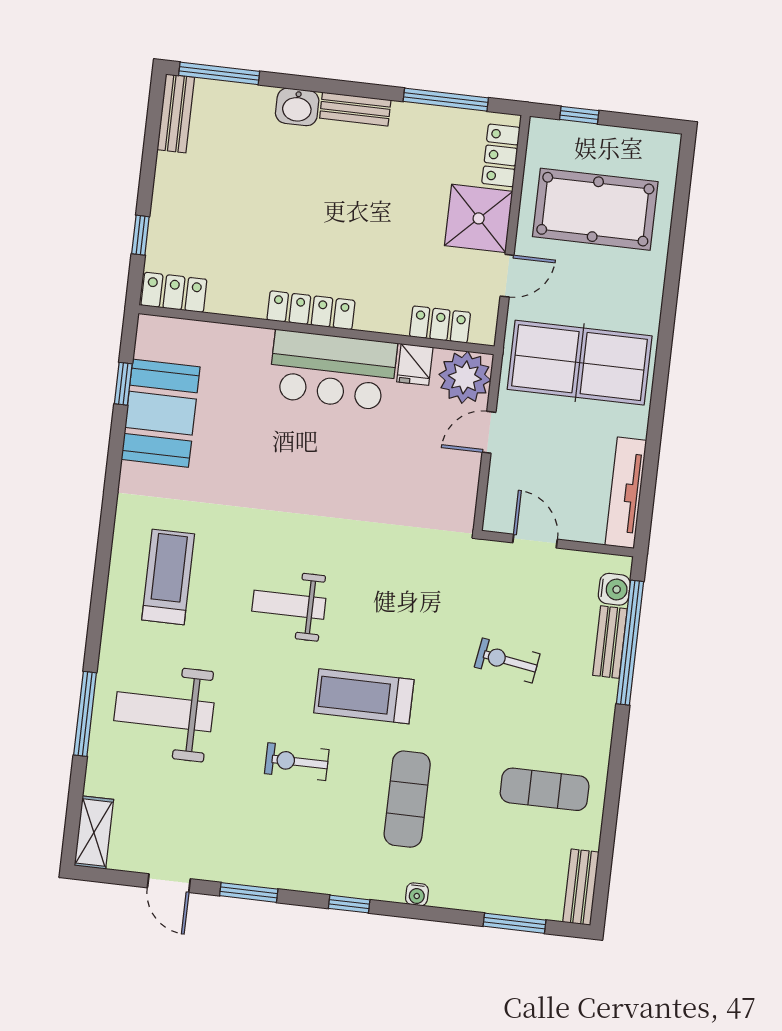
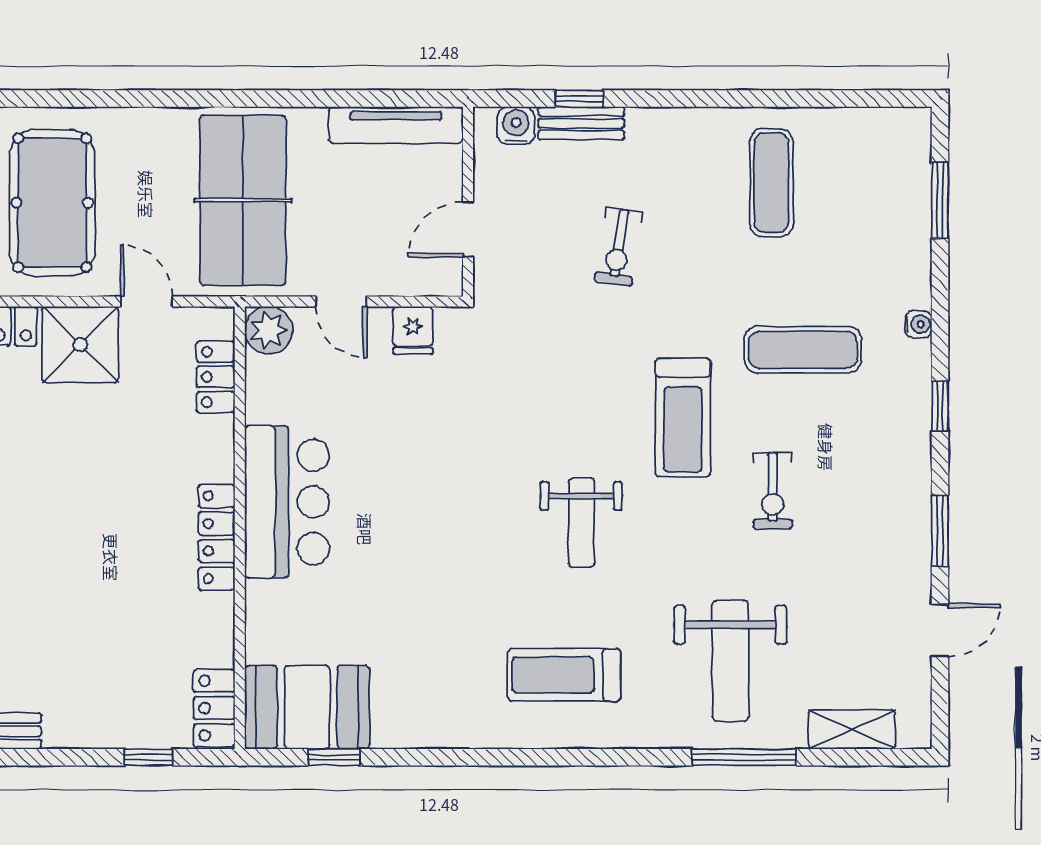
fridge: (415, 364) -> (413, 330), moved, turned 90
plant: (465, 377) -> (268, 330), width x0.73, depth x0.73
booth: (161, 413) -> (307, 707), moved
window: (630, 643) -> (579, 99), width x0.32
shelving: (94, 833) -> (852, 730), moved
bench: (581, 887) -> (886, 124), removed

